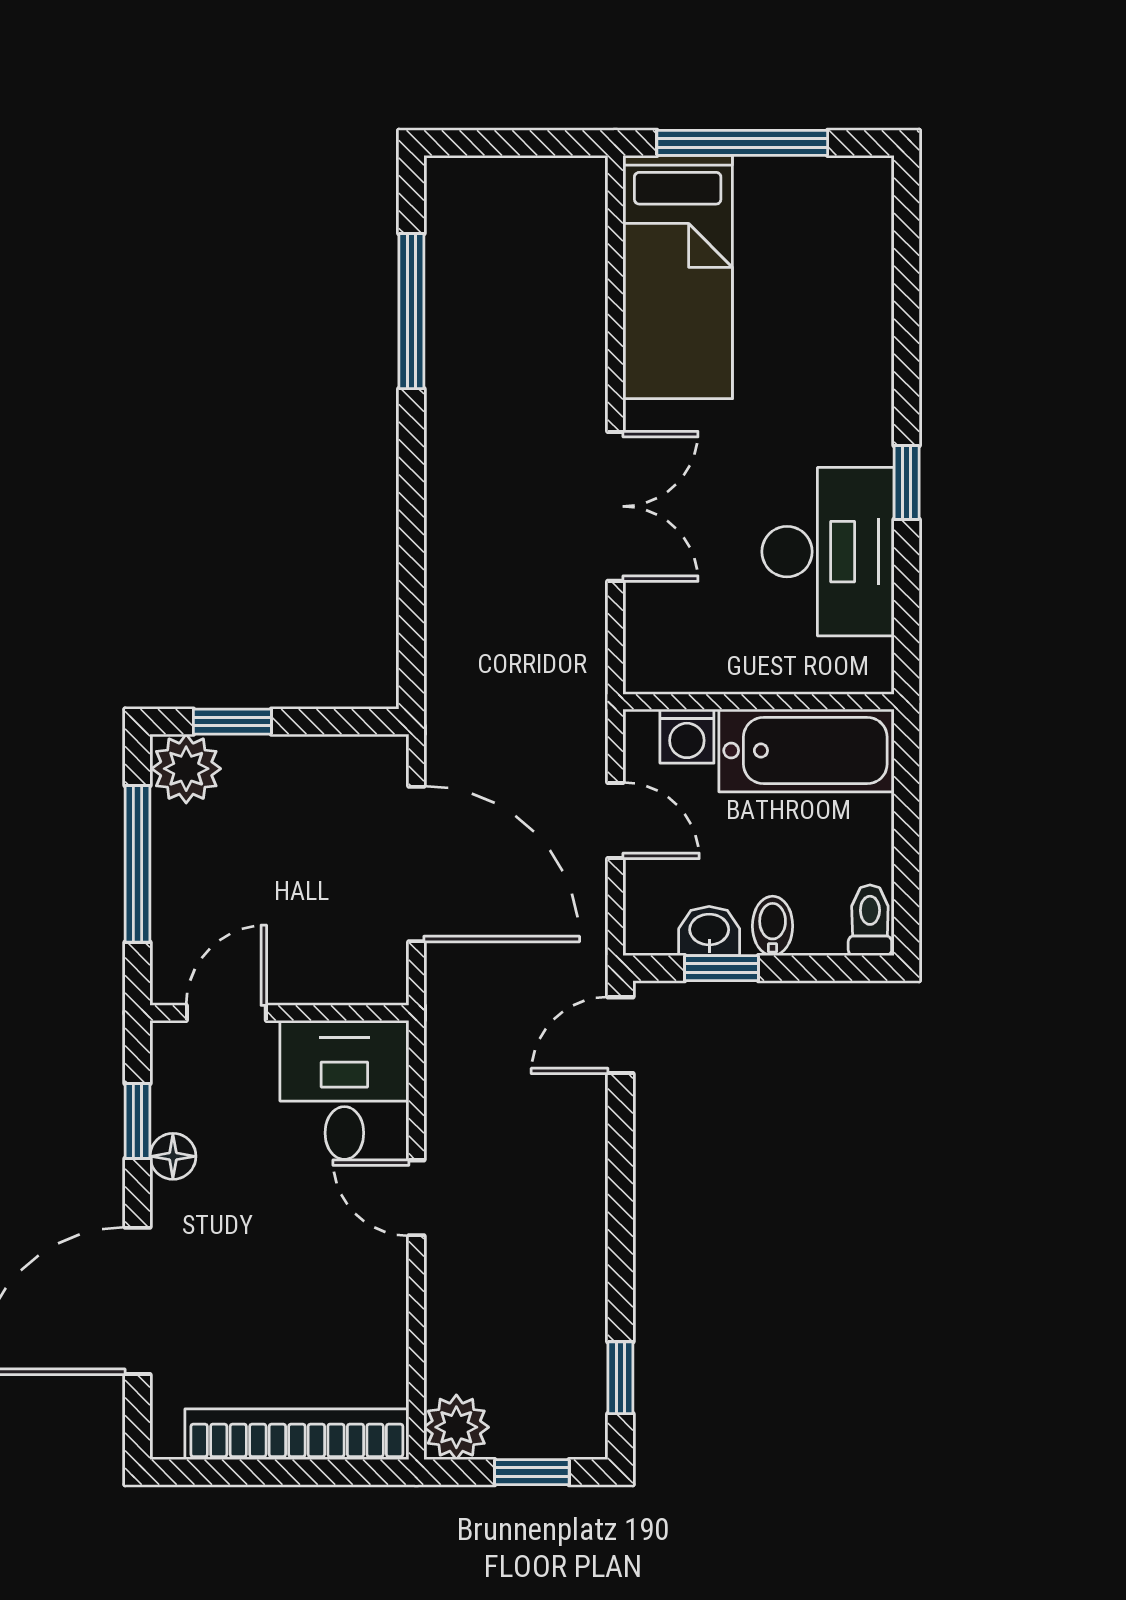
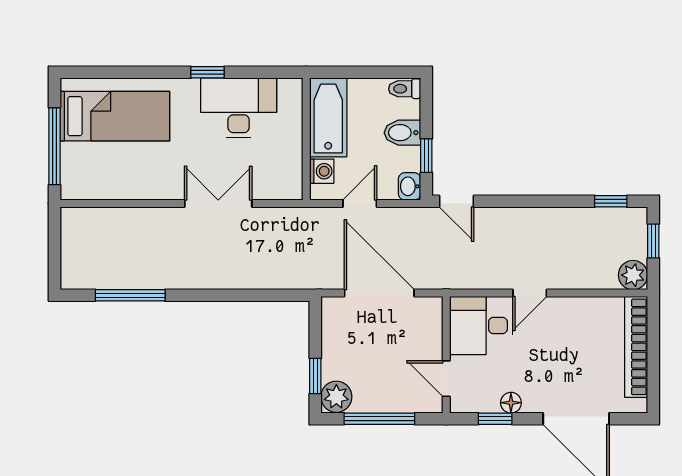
bed: (678, 277) -> (115, 116), moved
door: (416, 864) -> (379, 293), hinge flipped
bidet: (773, 926) -> (402, 133), width x1.38, depth x1.36
washbasin: (709, 931) -> (409, 186), moved

